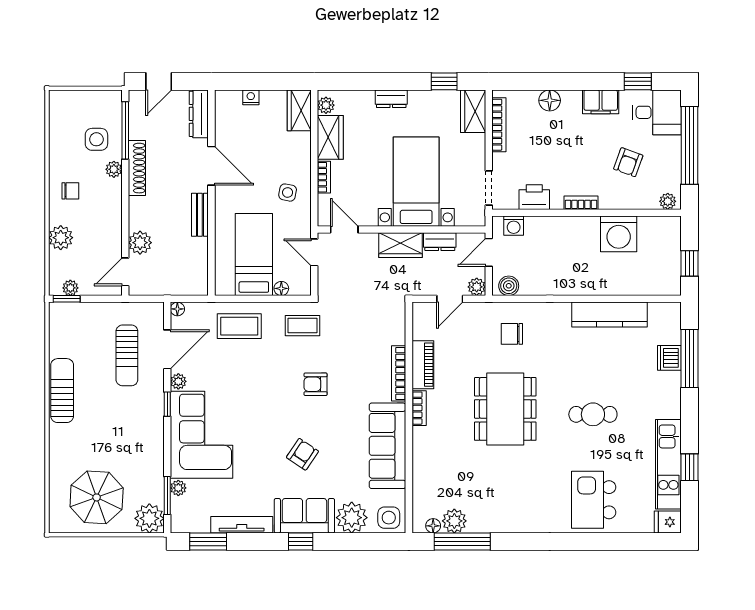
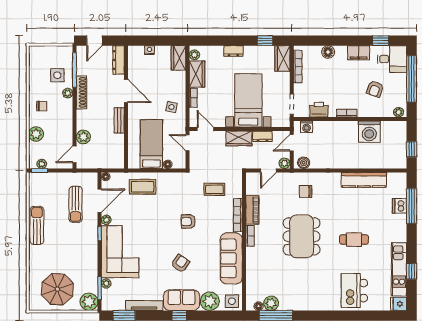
coffee table: (302, 326) -> (214, 189), moved

